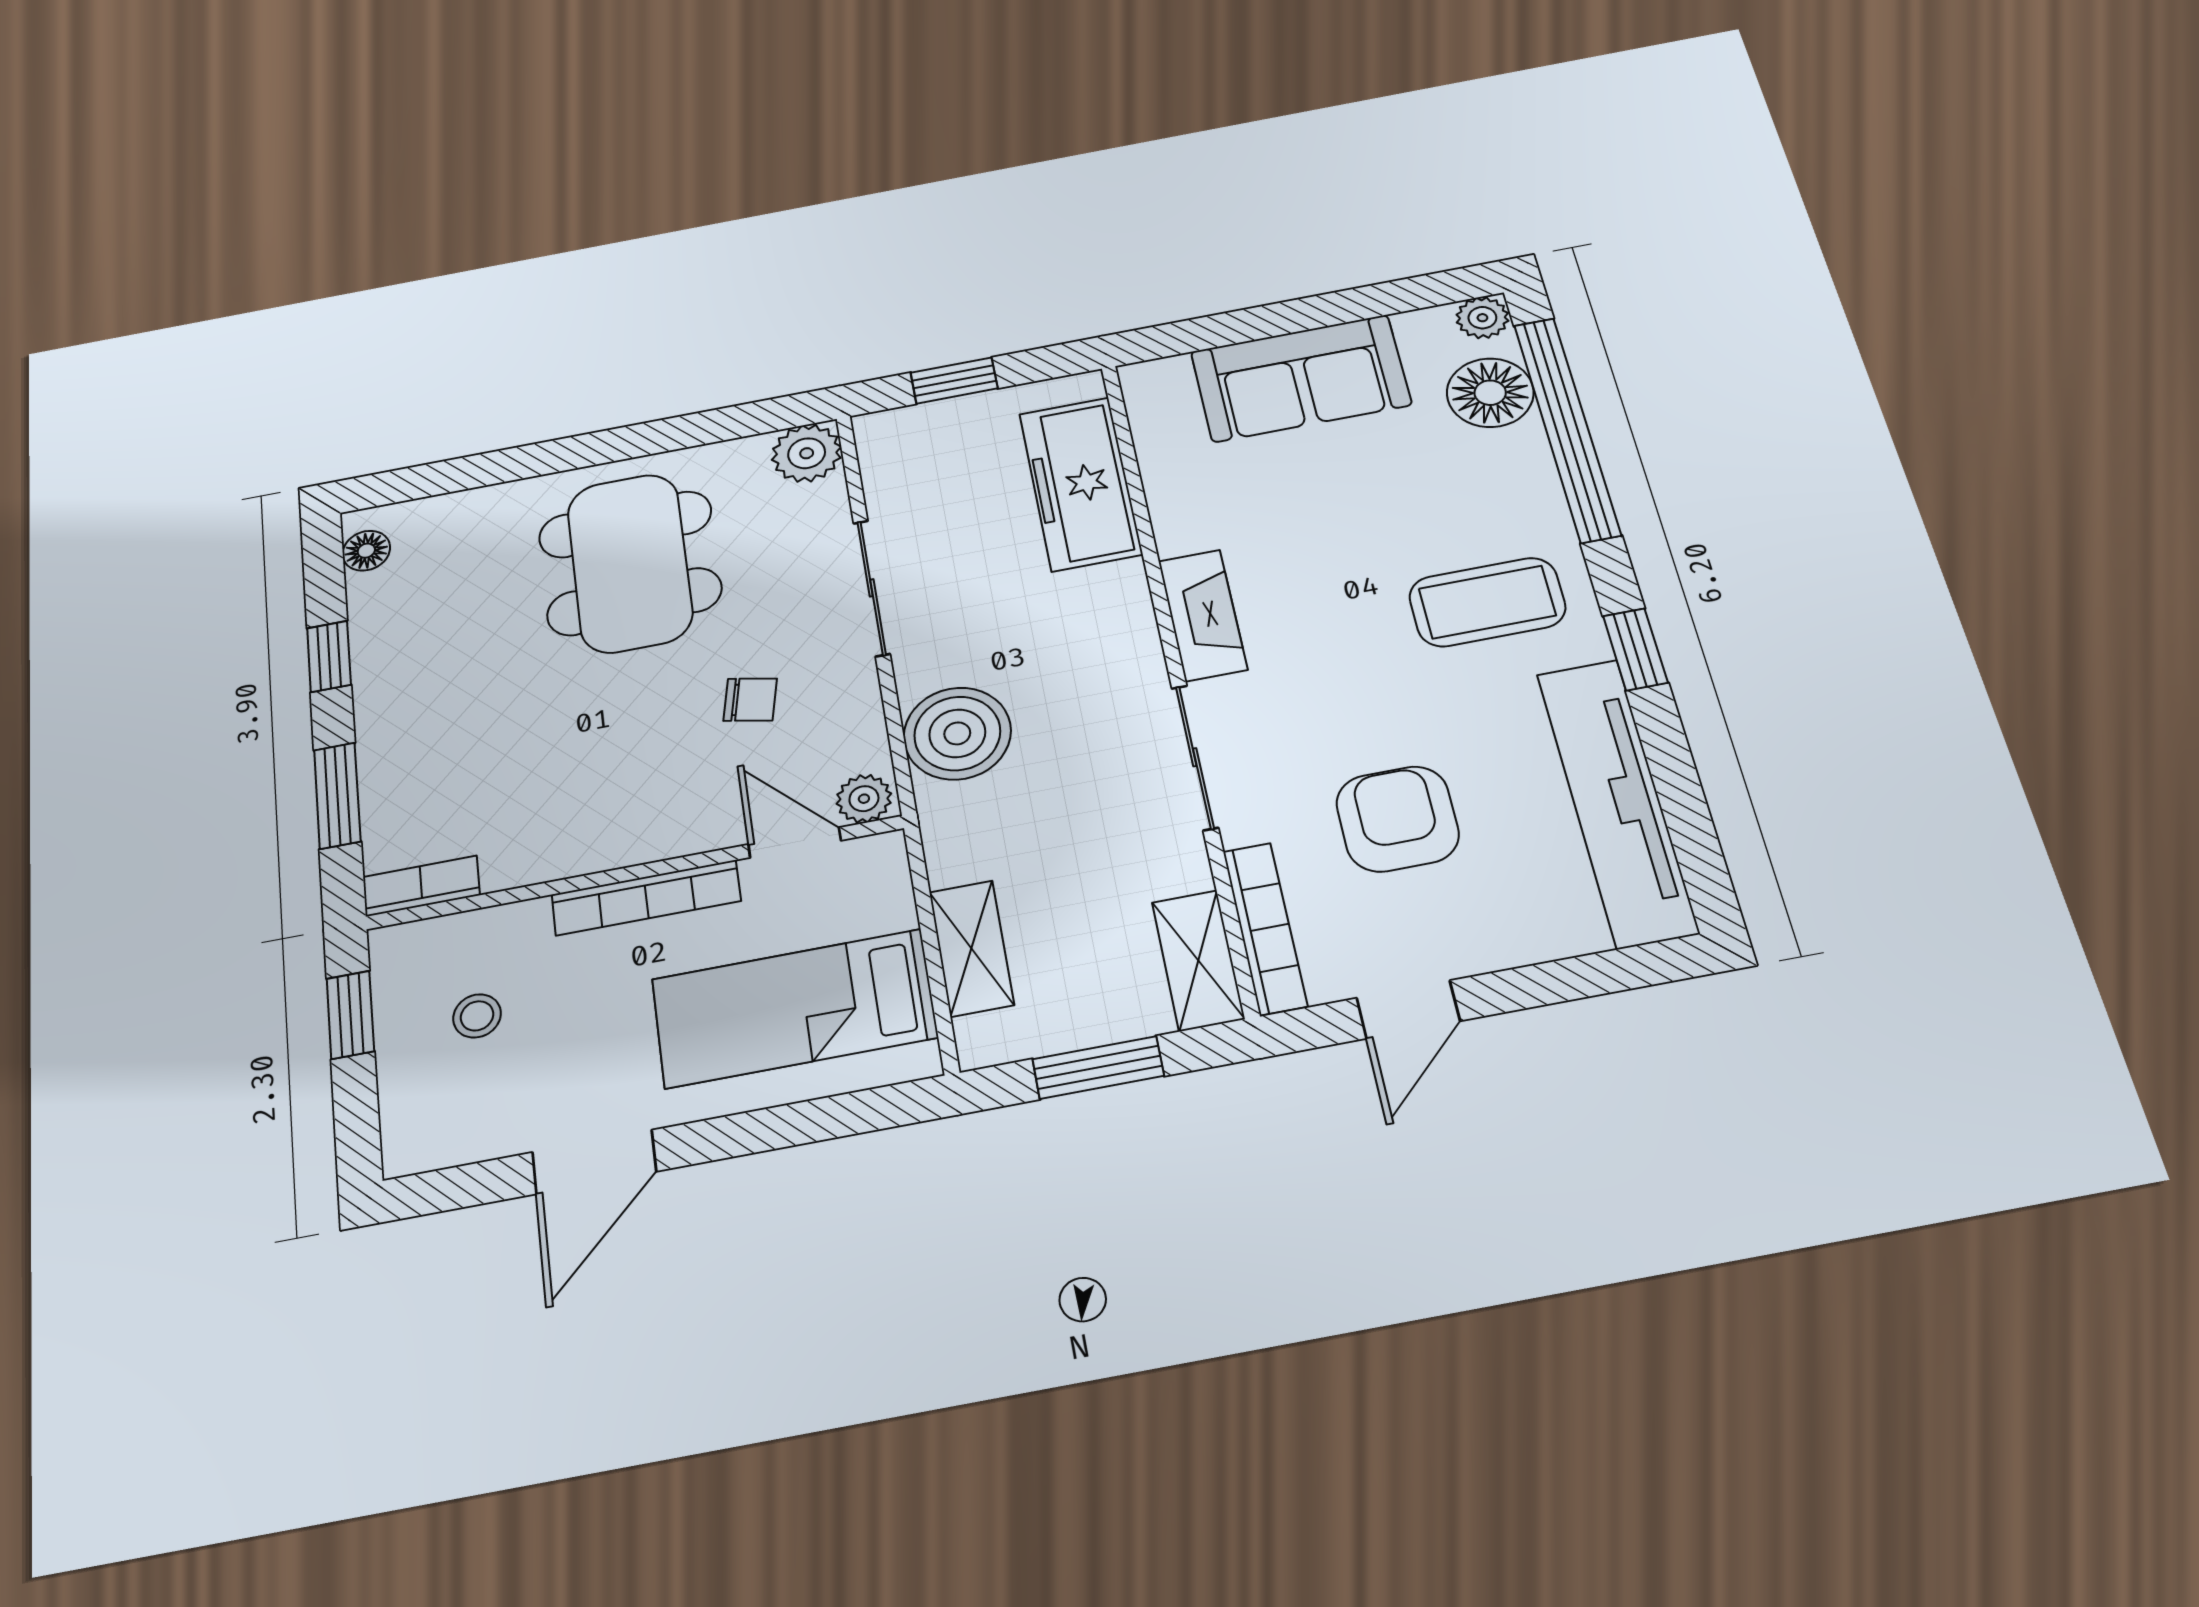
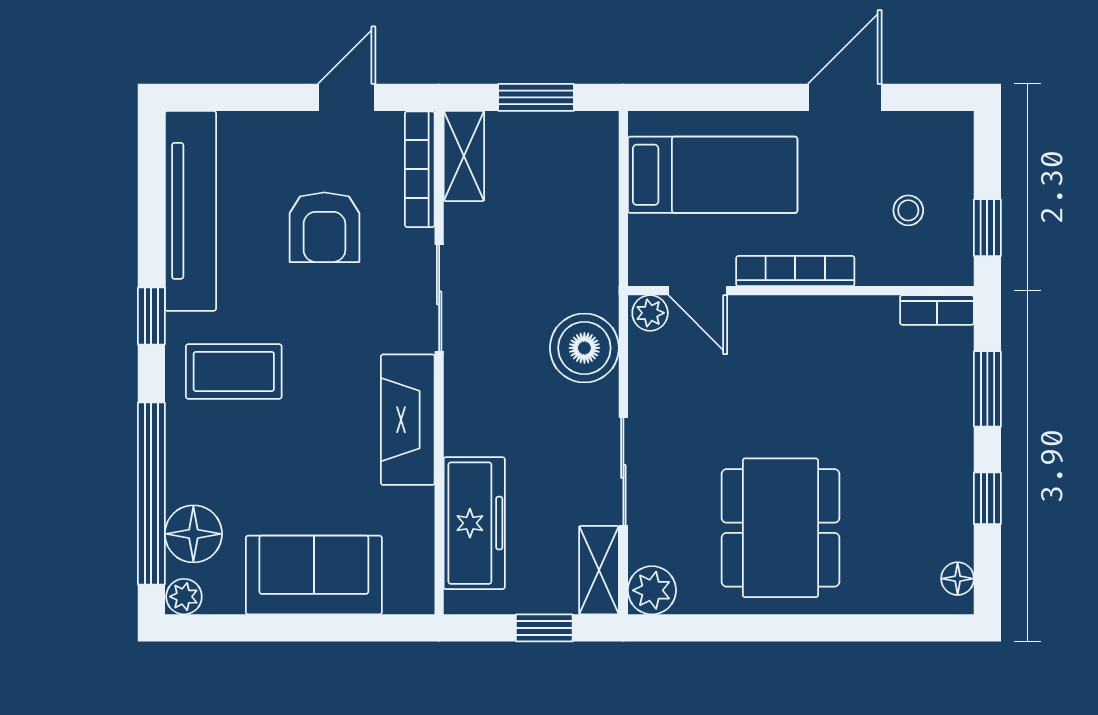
fireplace: (1203, 615) -> (408, 420), width x1.37, depth x1.32
chair: (750, 700) -> (713, 403), removed
shelving: (971, 948) -> (599, 570), moved

